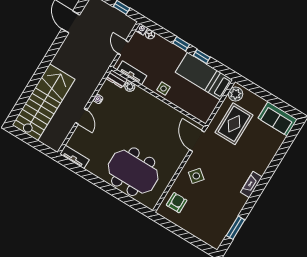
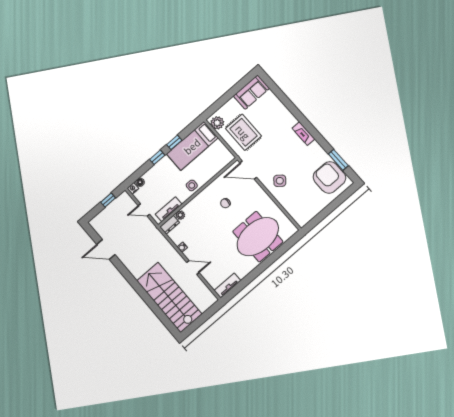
chair: (156, 128) -> (225, 203), added
armchair: (177, 203) -> (329, 177), moved, width x1.88, depth x1.88

